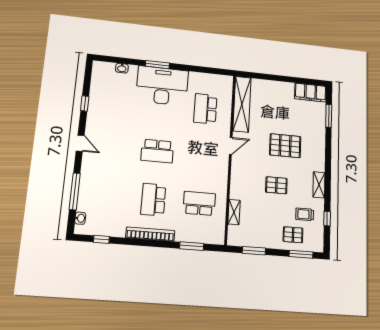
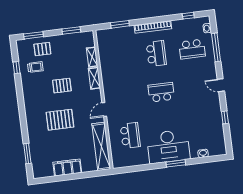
filing cabinet: (311, 93) -> (67, 167), moved
shelving: (319, 185) -> (94, 78), moved
school desk: (199, 203) -> (192, 49), moved

